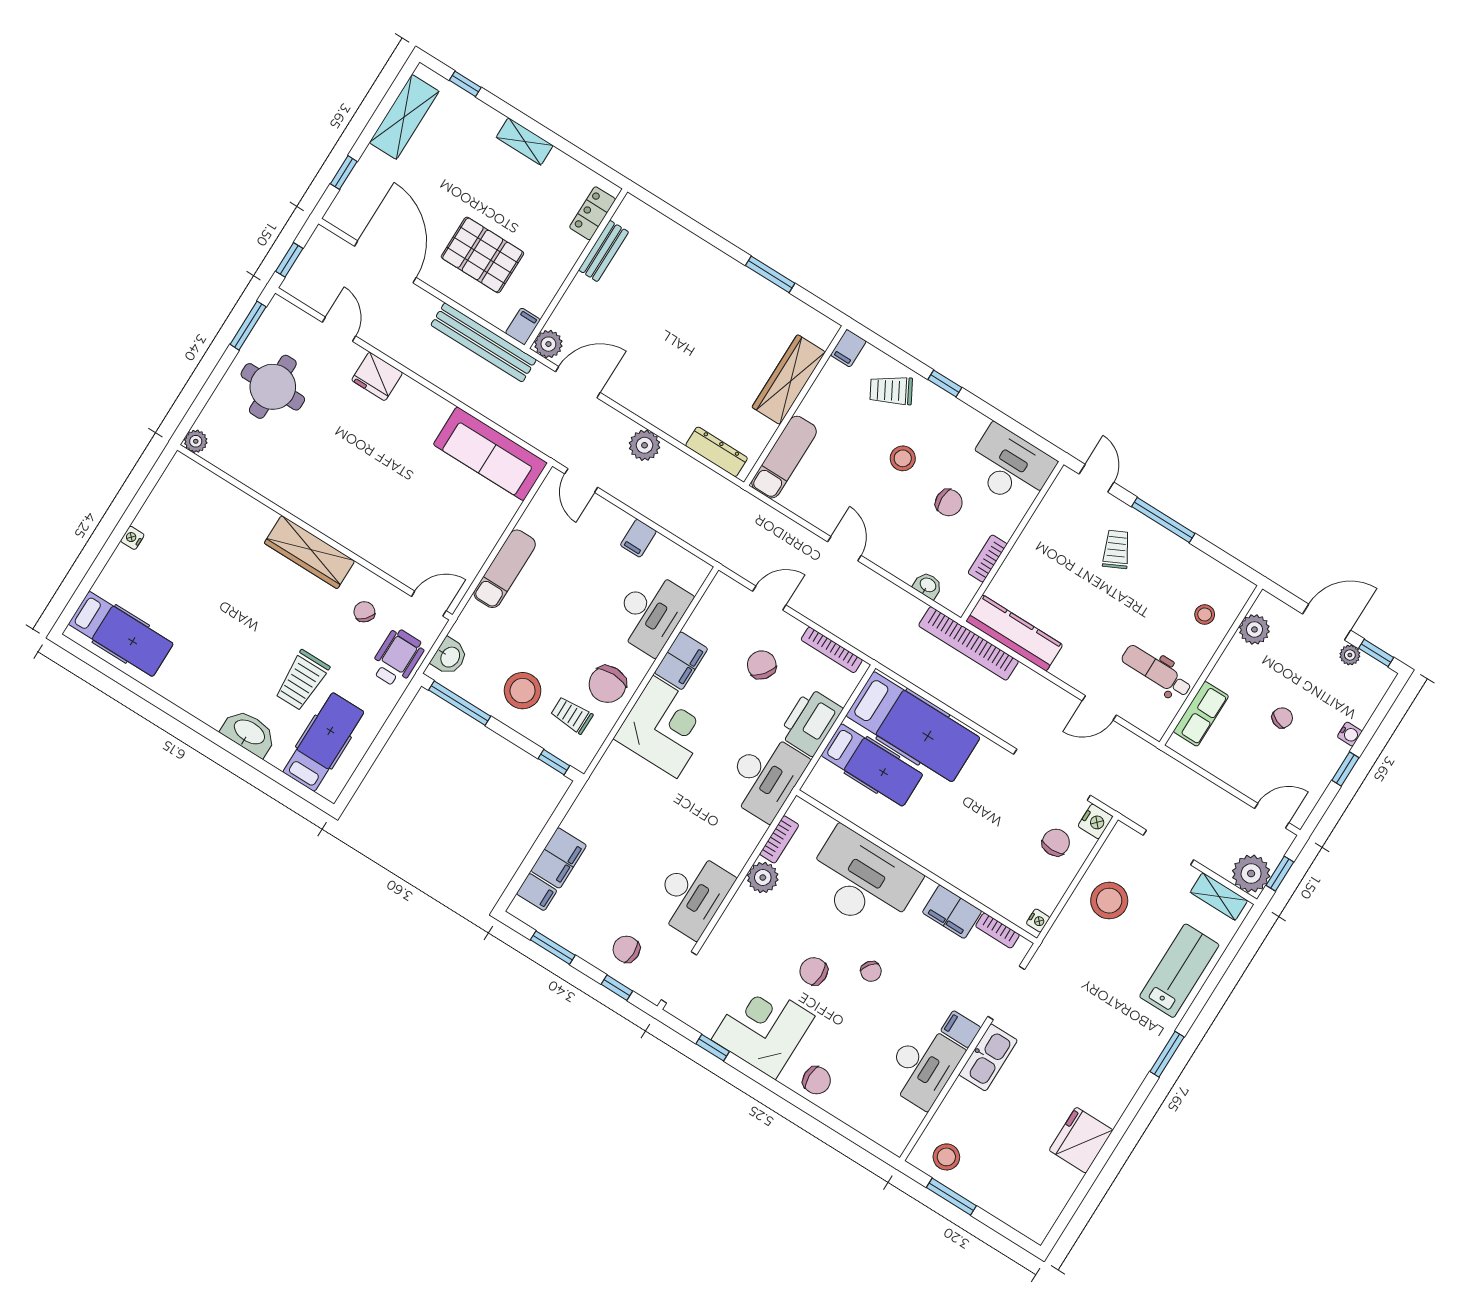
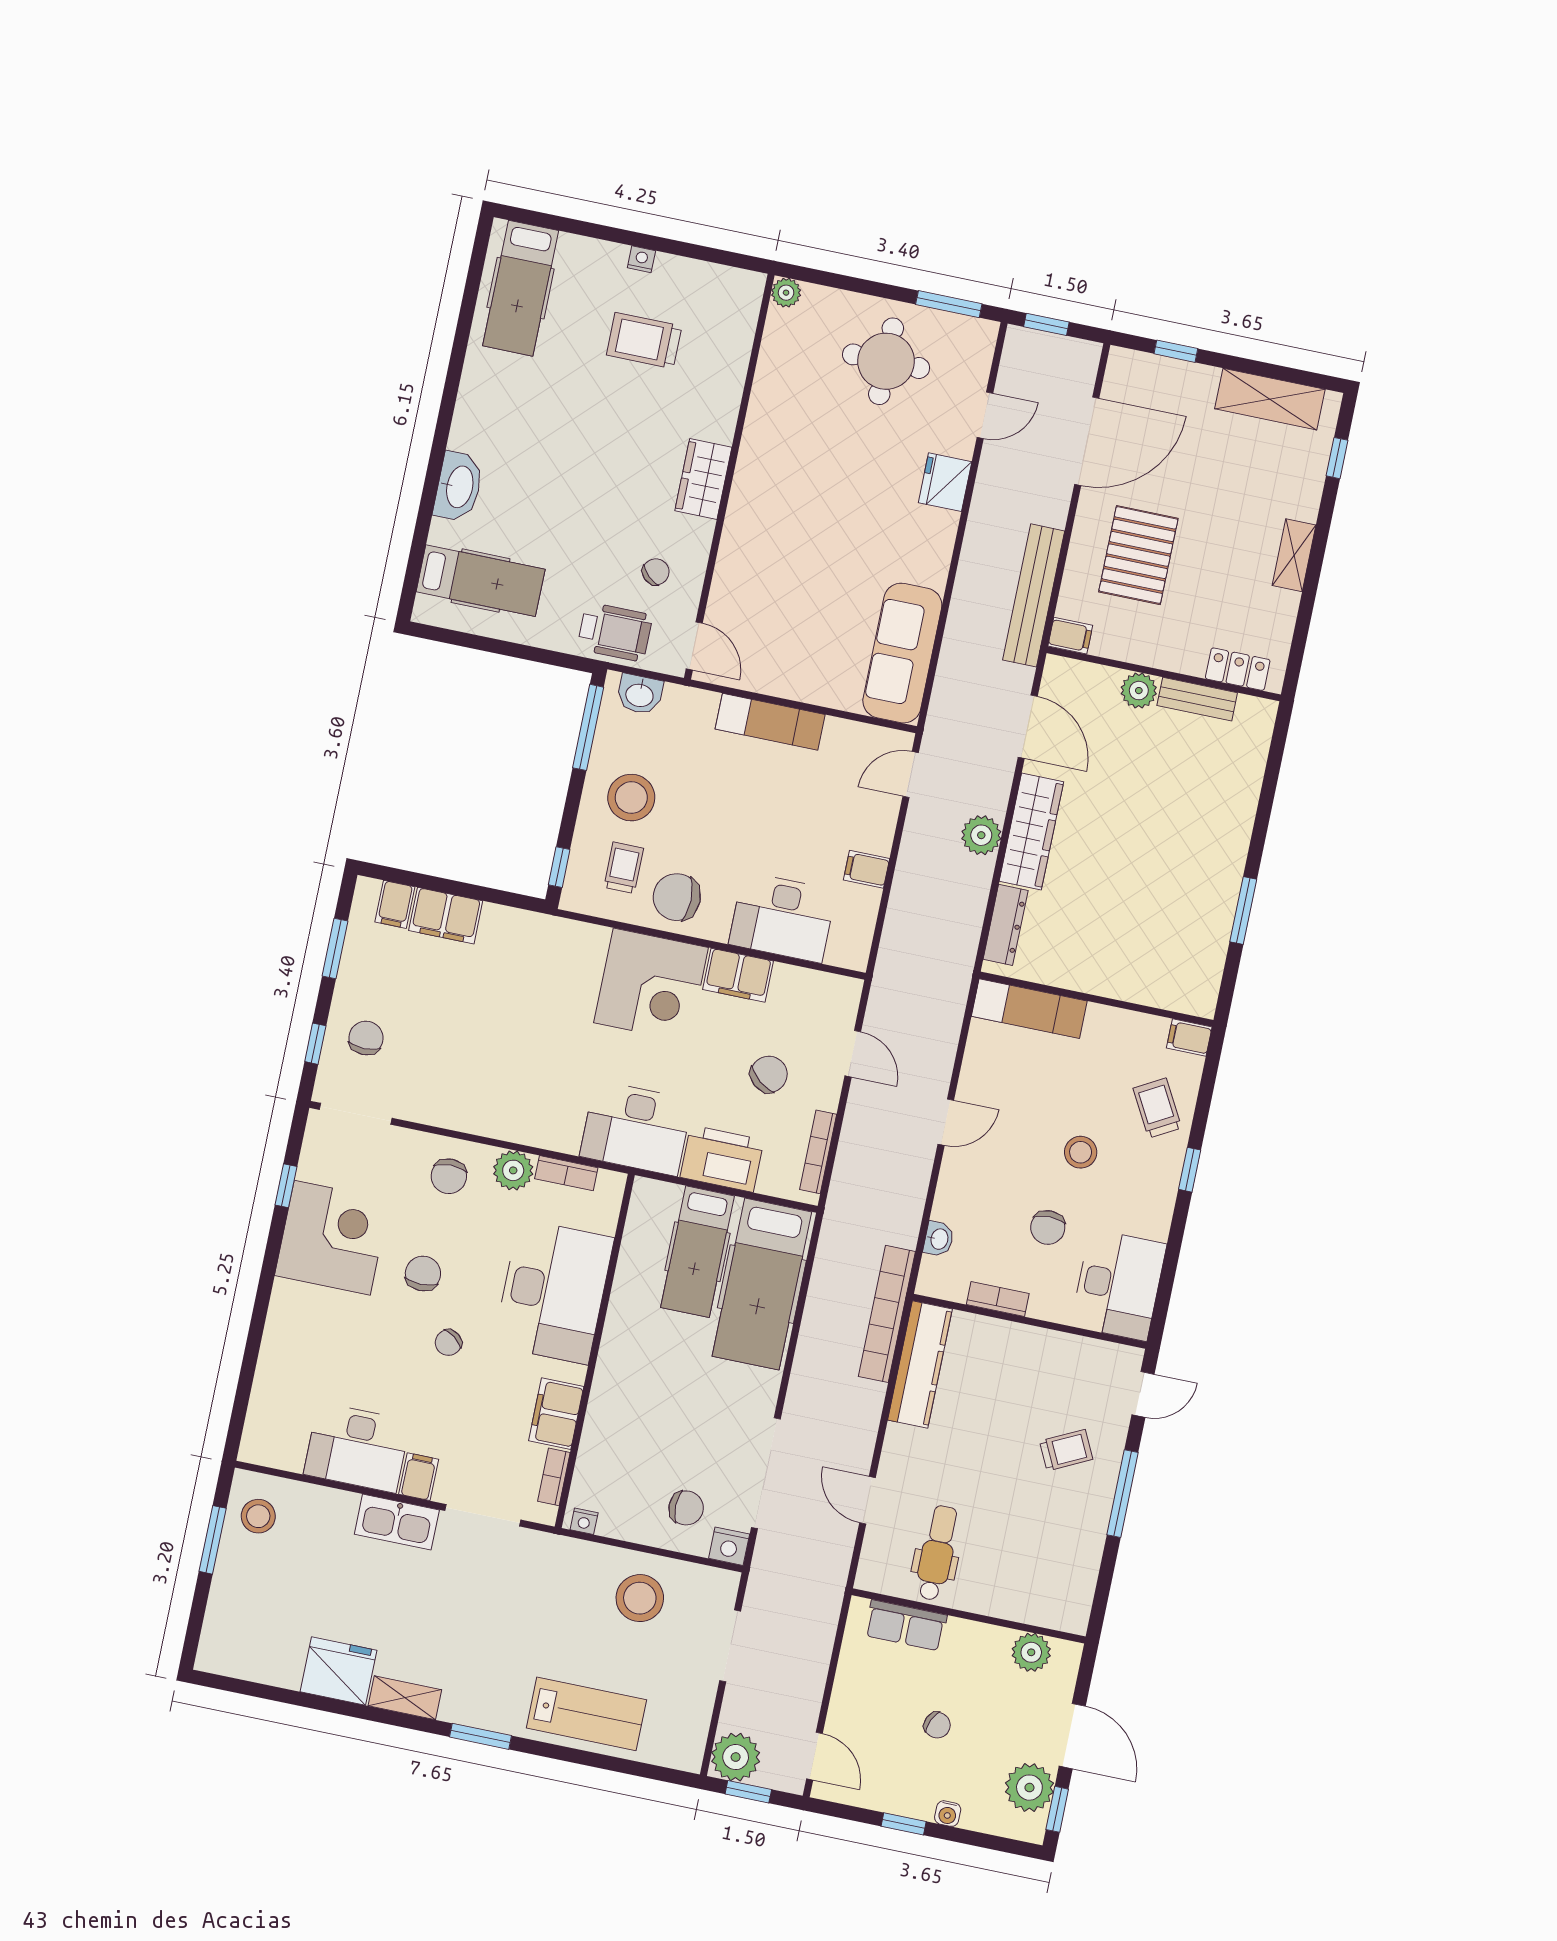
plant: (548, 344) -> (1139, 691), moved
wardrobe: (789, 380) -> (1031, 832), moved, turned 90
wardrobe: (309, 552) -> (703, 479), width x0.67
stool: (1205, 614) -> (1027, 1586), removed
plant: (1350, 655) -> (1029, 1788), width x1.87, depth x1.87
trolley: (302, 680) -> (644, 341), moved
desk: (692, 894) -> (461, 1093), removed
shelving: (1219, 896) -> (405, 1698), moved, turned 90
chair: (817, 1080) -> (449, 1176), moved

